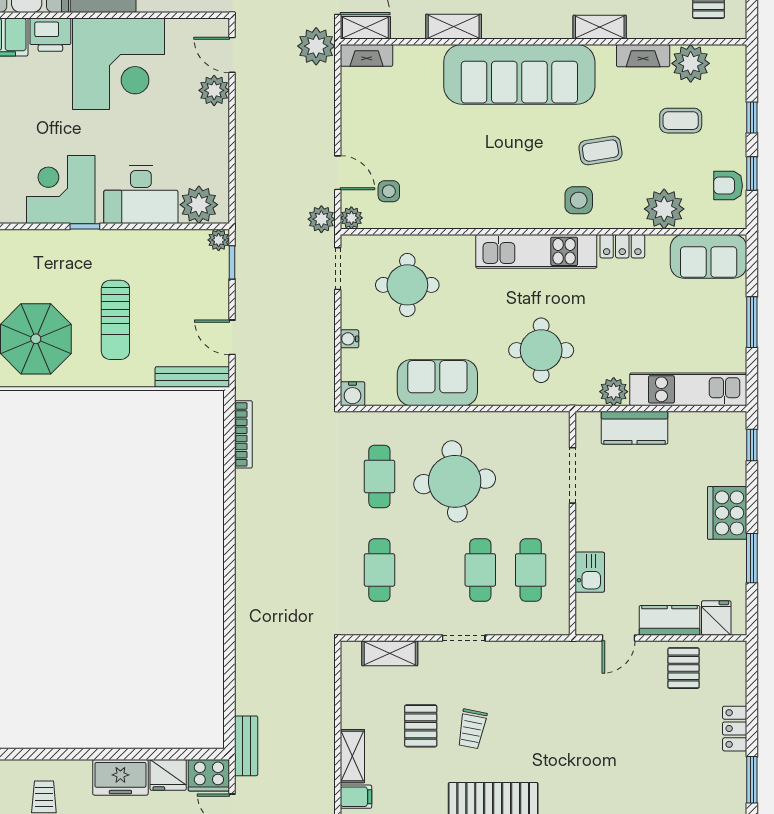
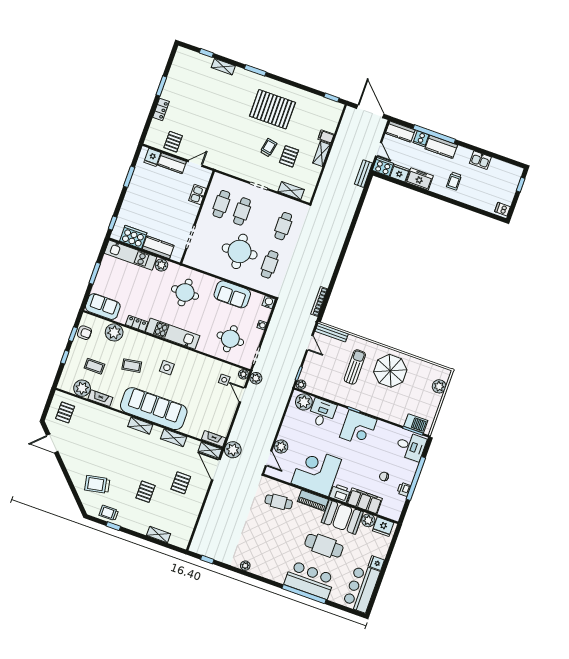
shelving: (600, 27) -> (140, 426), moved
desk: (141, 195) -> (322, 413), width x0.73
side table: (579, 200) -> (167, 368), moved
cooker: (727, 513) -> (133, 237), moved, turned -90

